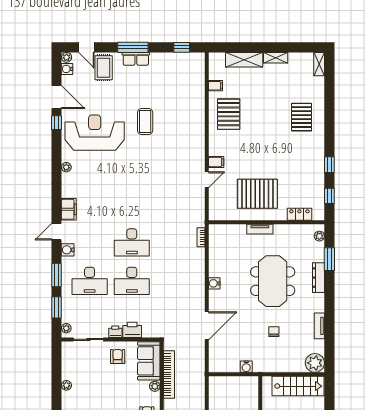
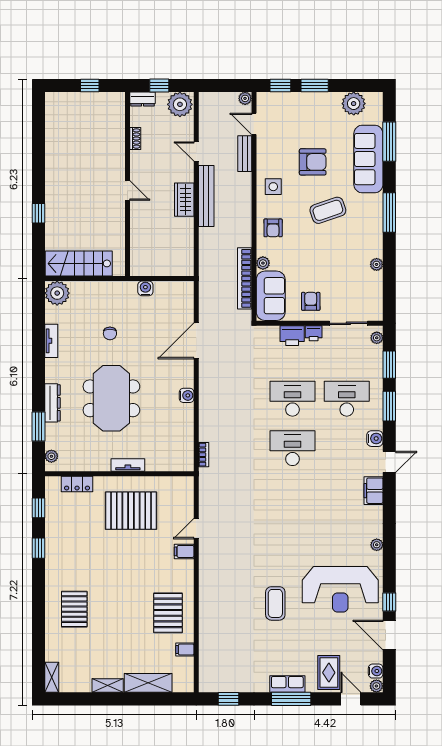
armchair: (118, 357) -> (311, 301), turned 180

